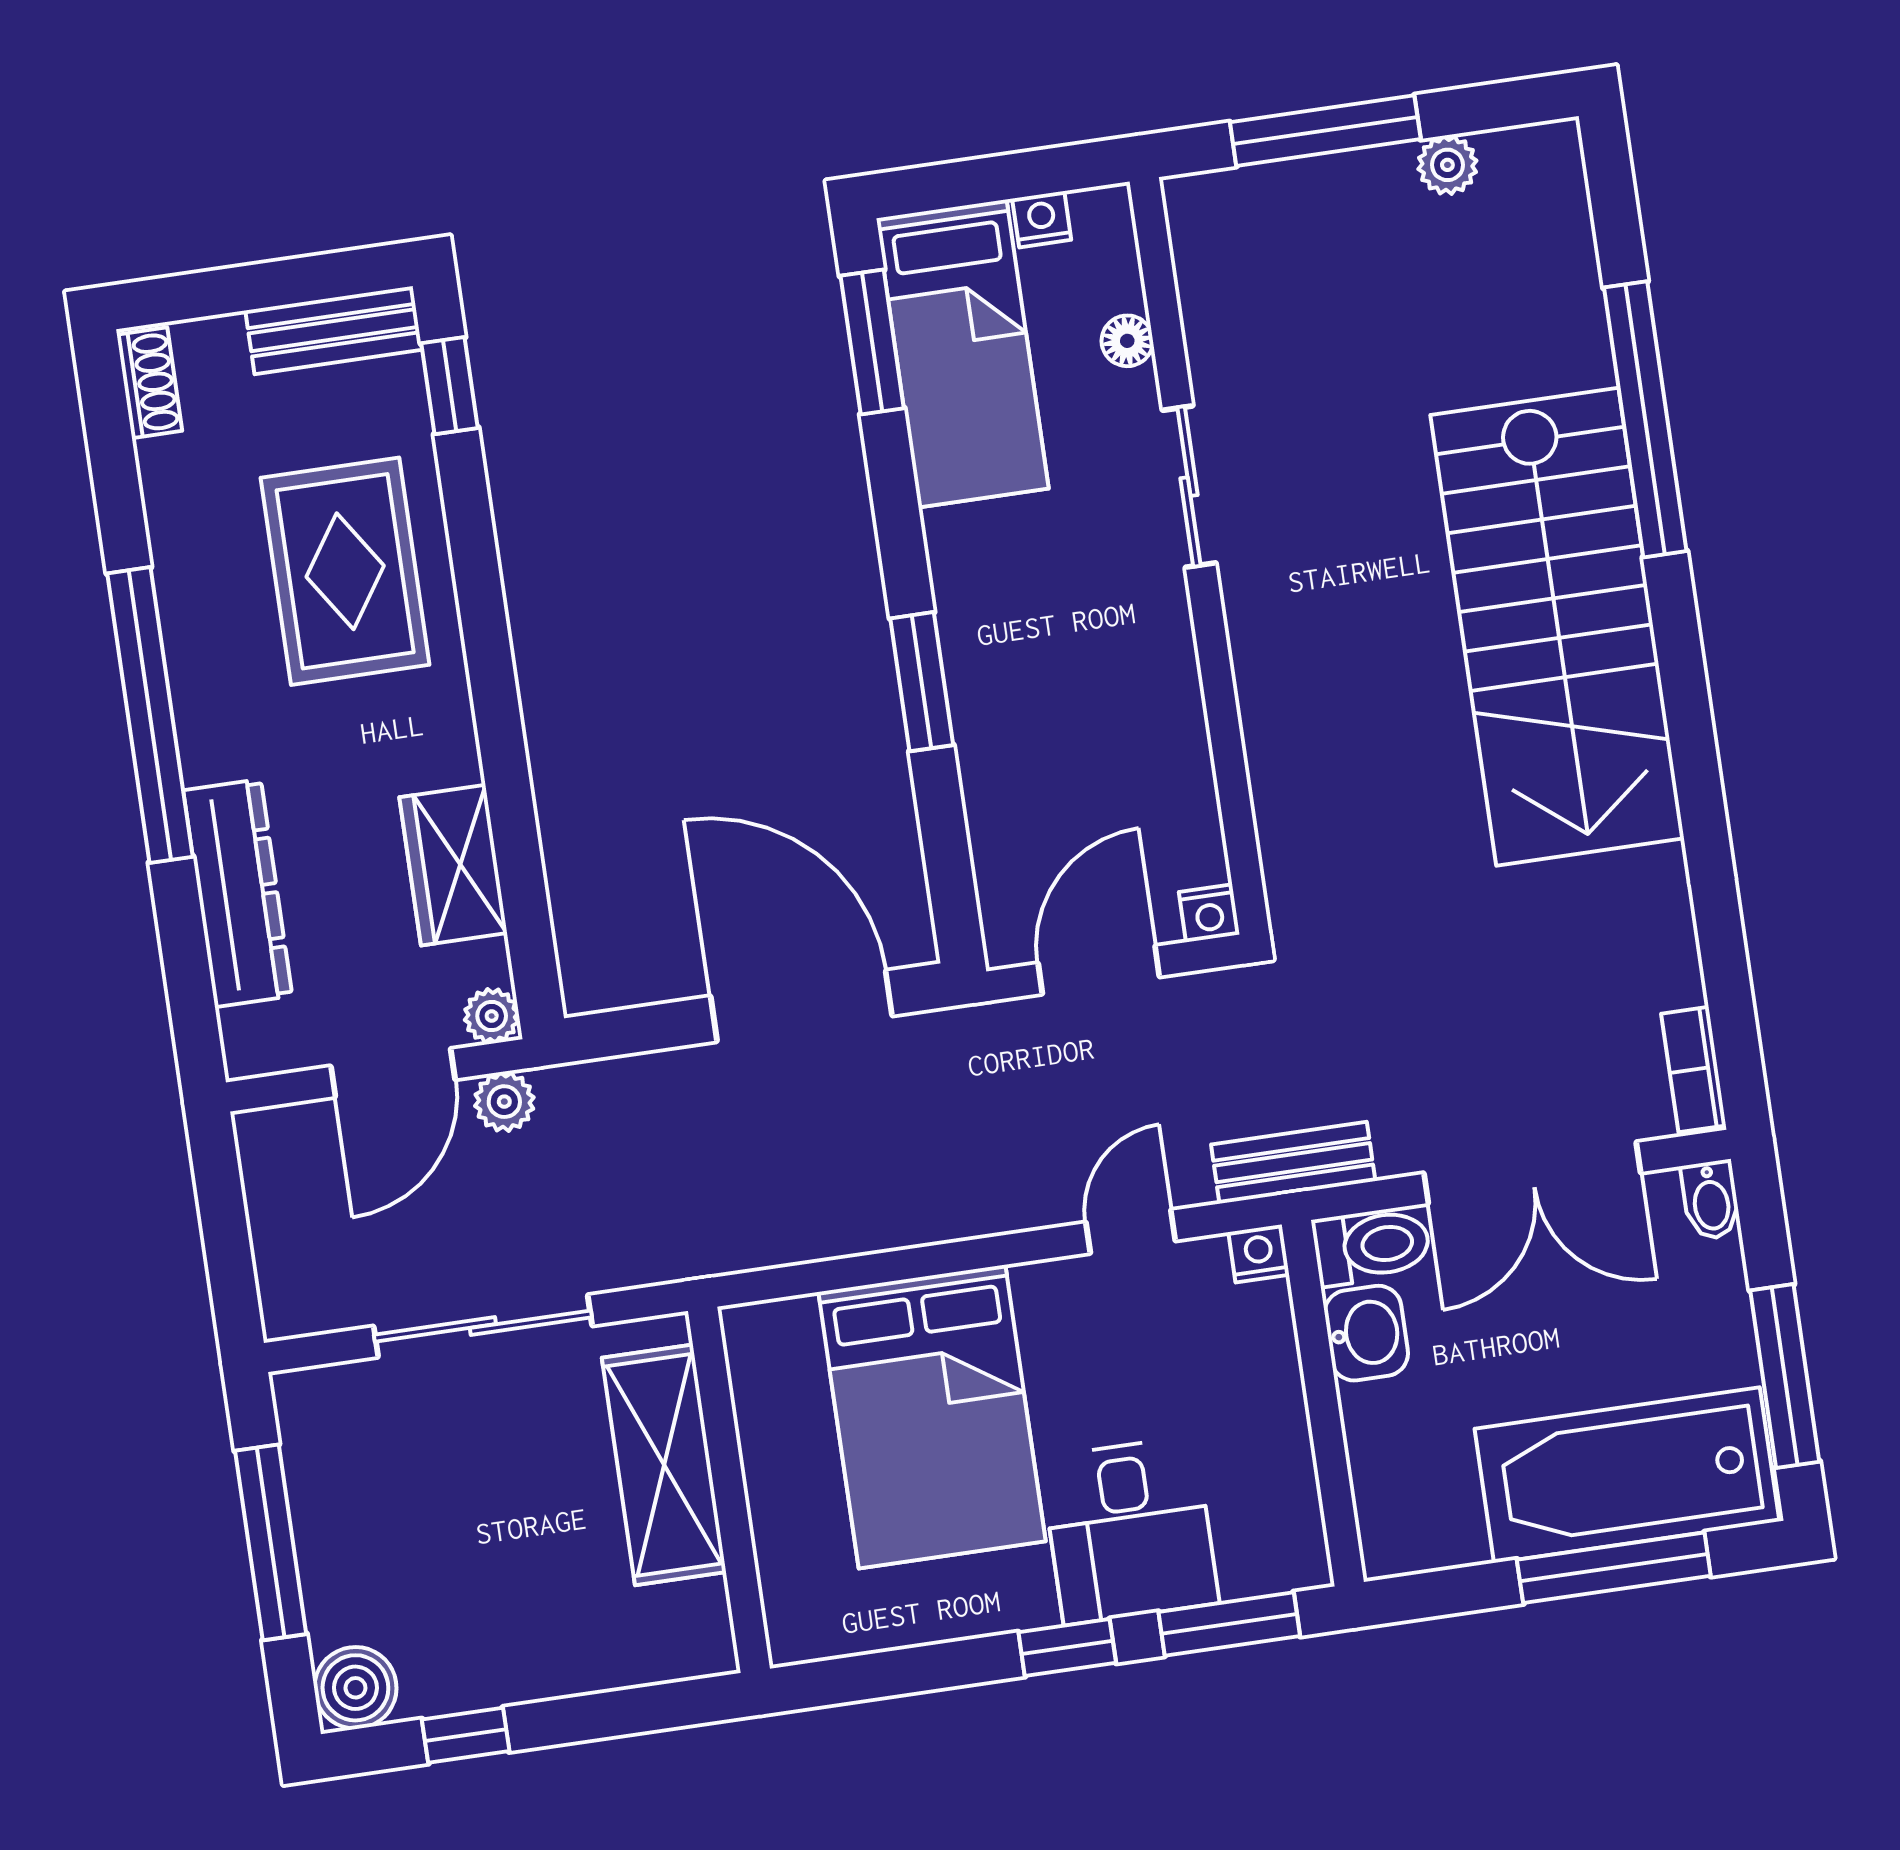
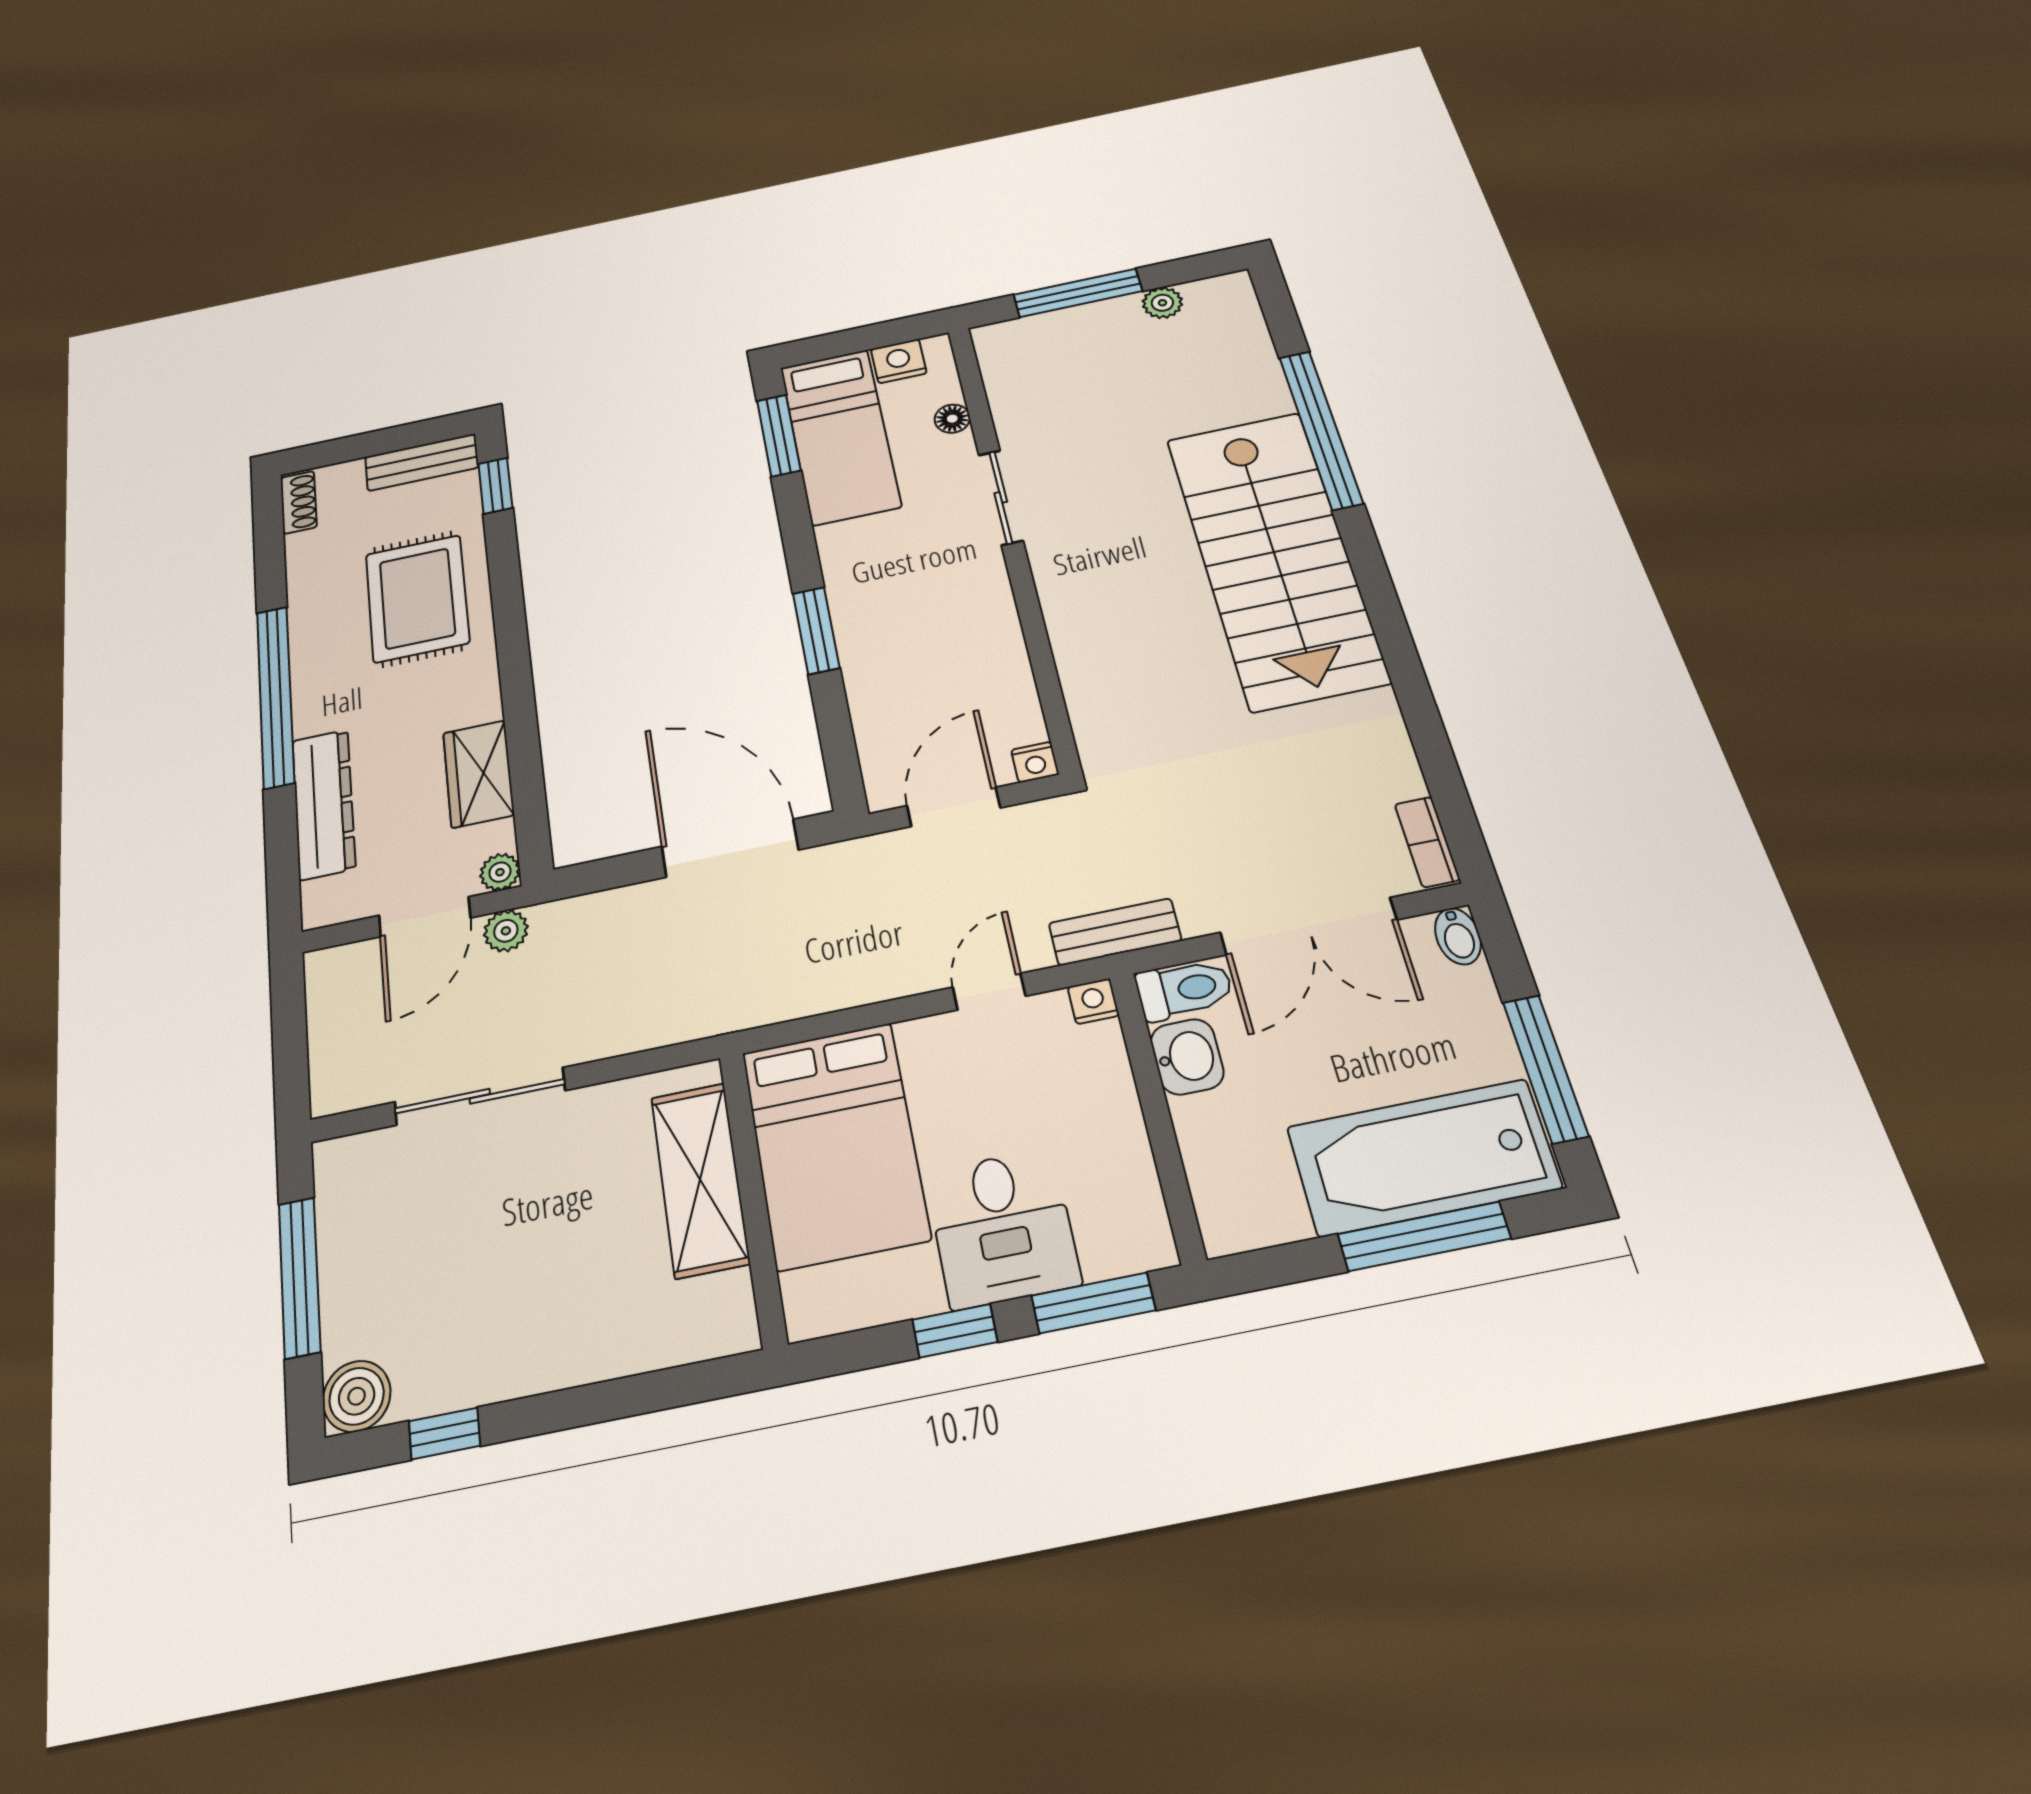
nightstand: (1042, 219) -> (899, 361), width x1.39, depth x1.35
shelving: (664, 1465) -> (700, 1180), moved
wall: (729, 1490) -> (753, 1197), moved

